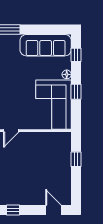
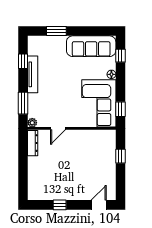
window: (76, 92) -> (120, 109), moved
door: (53, 210) -> (99, 205), hinge flipped

